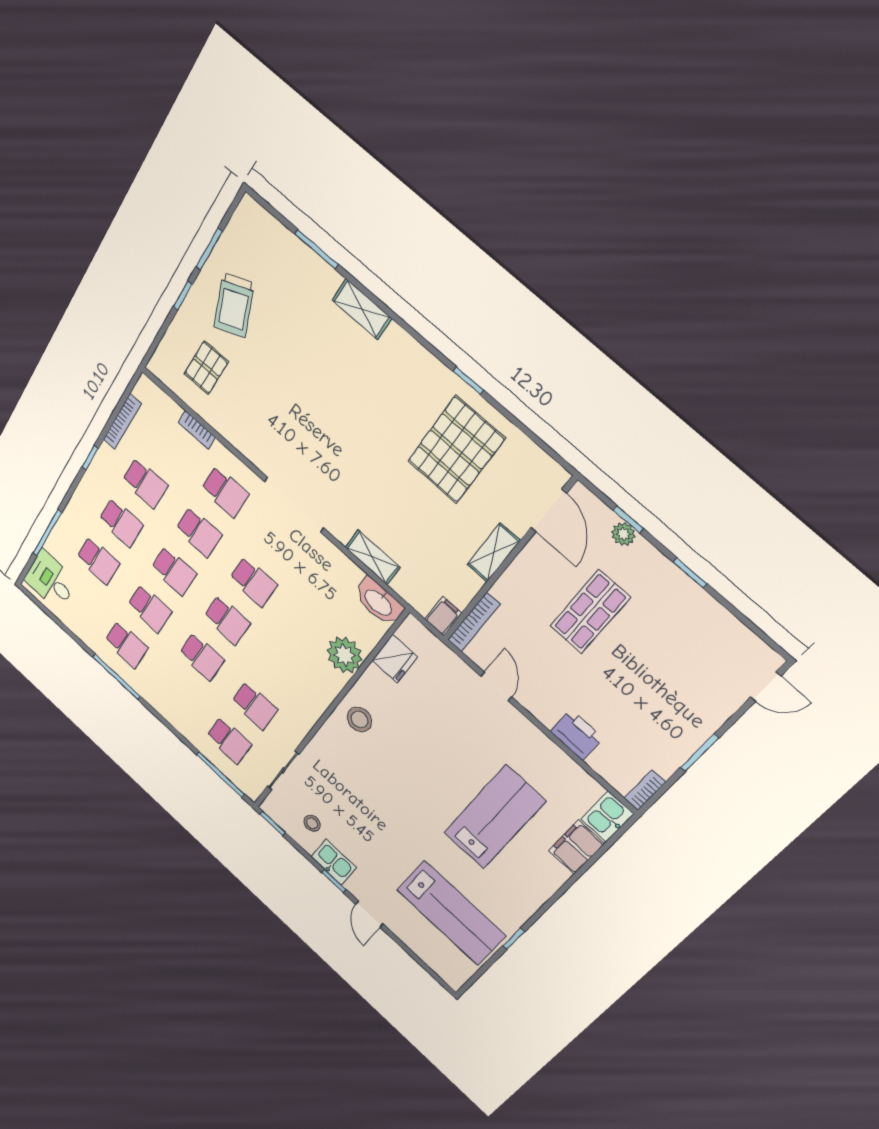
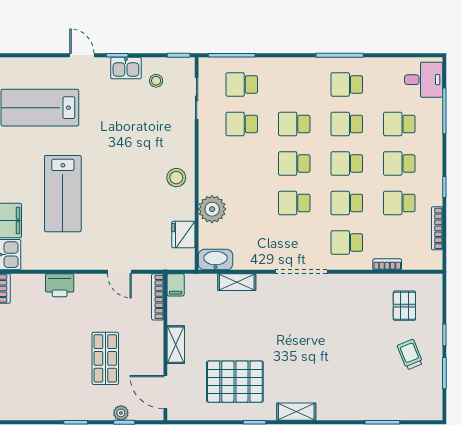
trolley: (234, 305) -> (410, 354), width x0.73, depth x0.72
shelving: (362, 309) -> (296, 412), moved
pallet: (456, 450) -> (235, 382), turned 90

